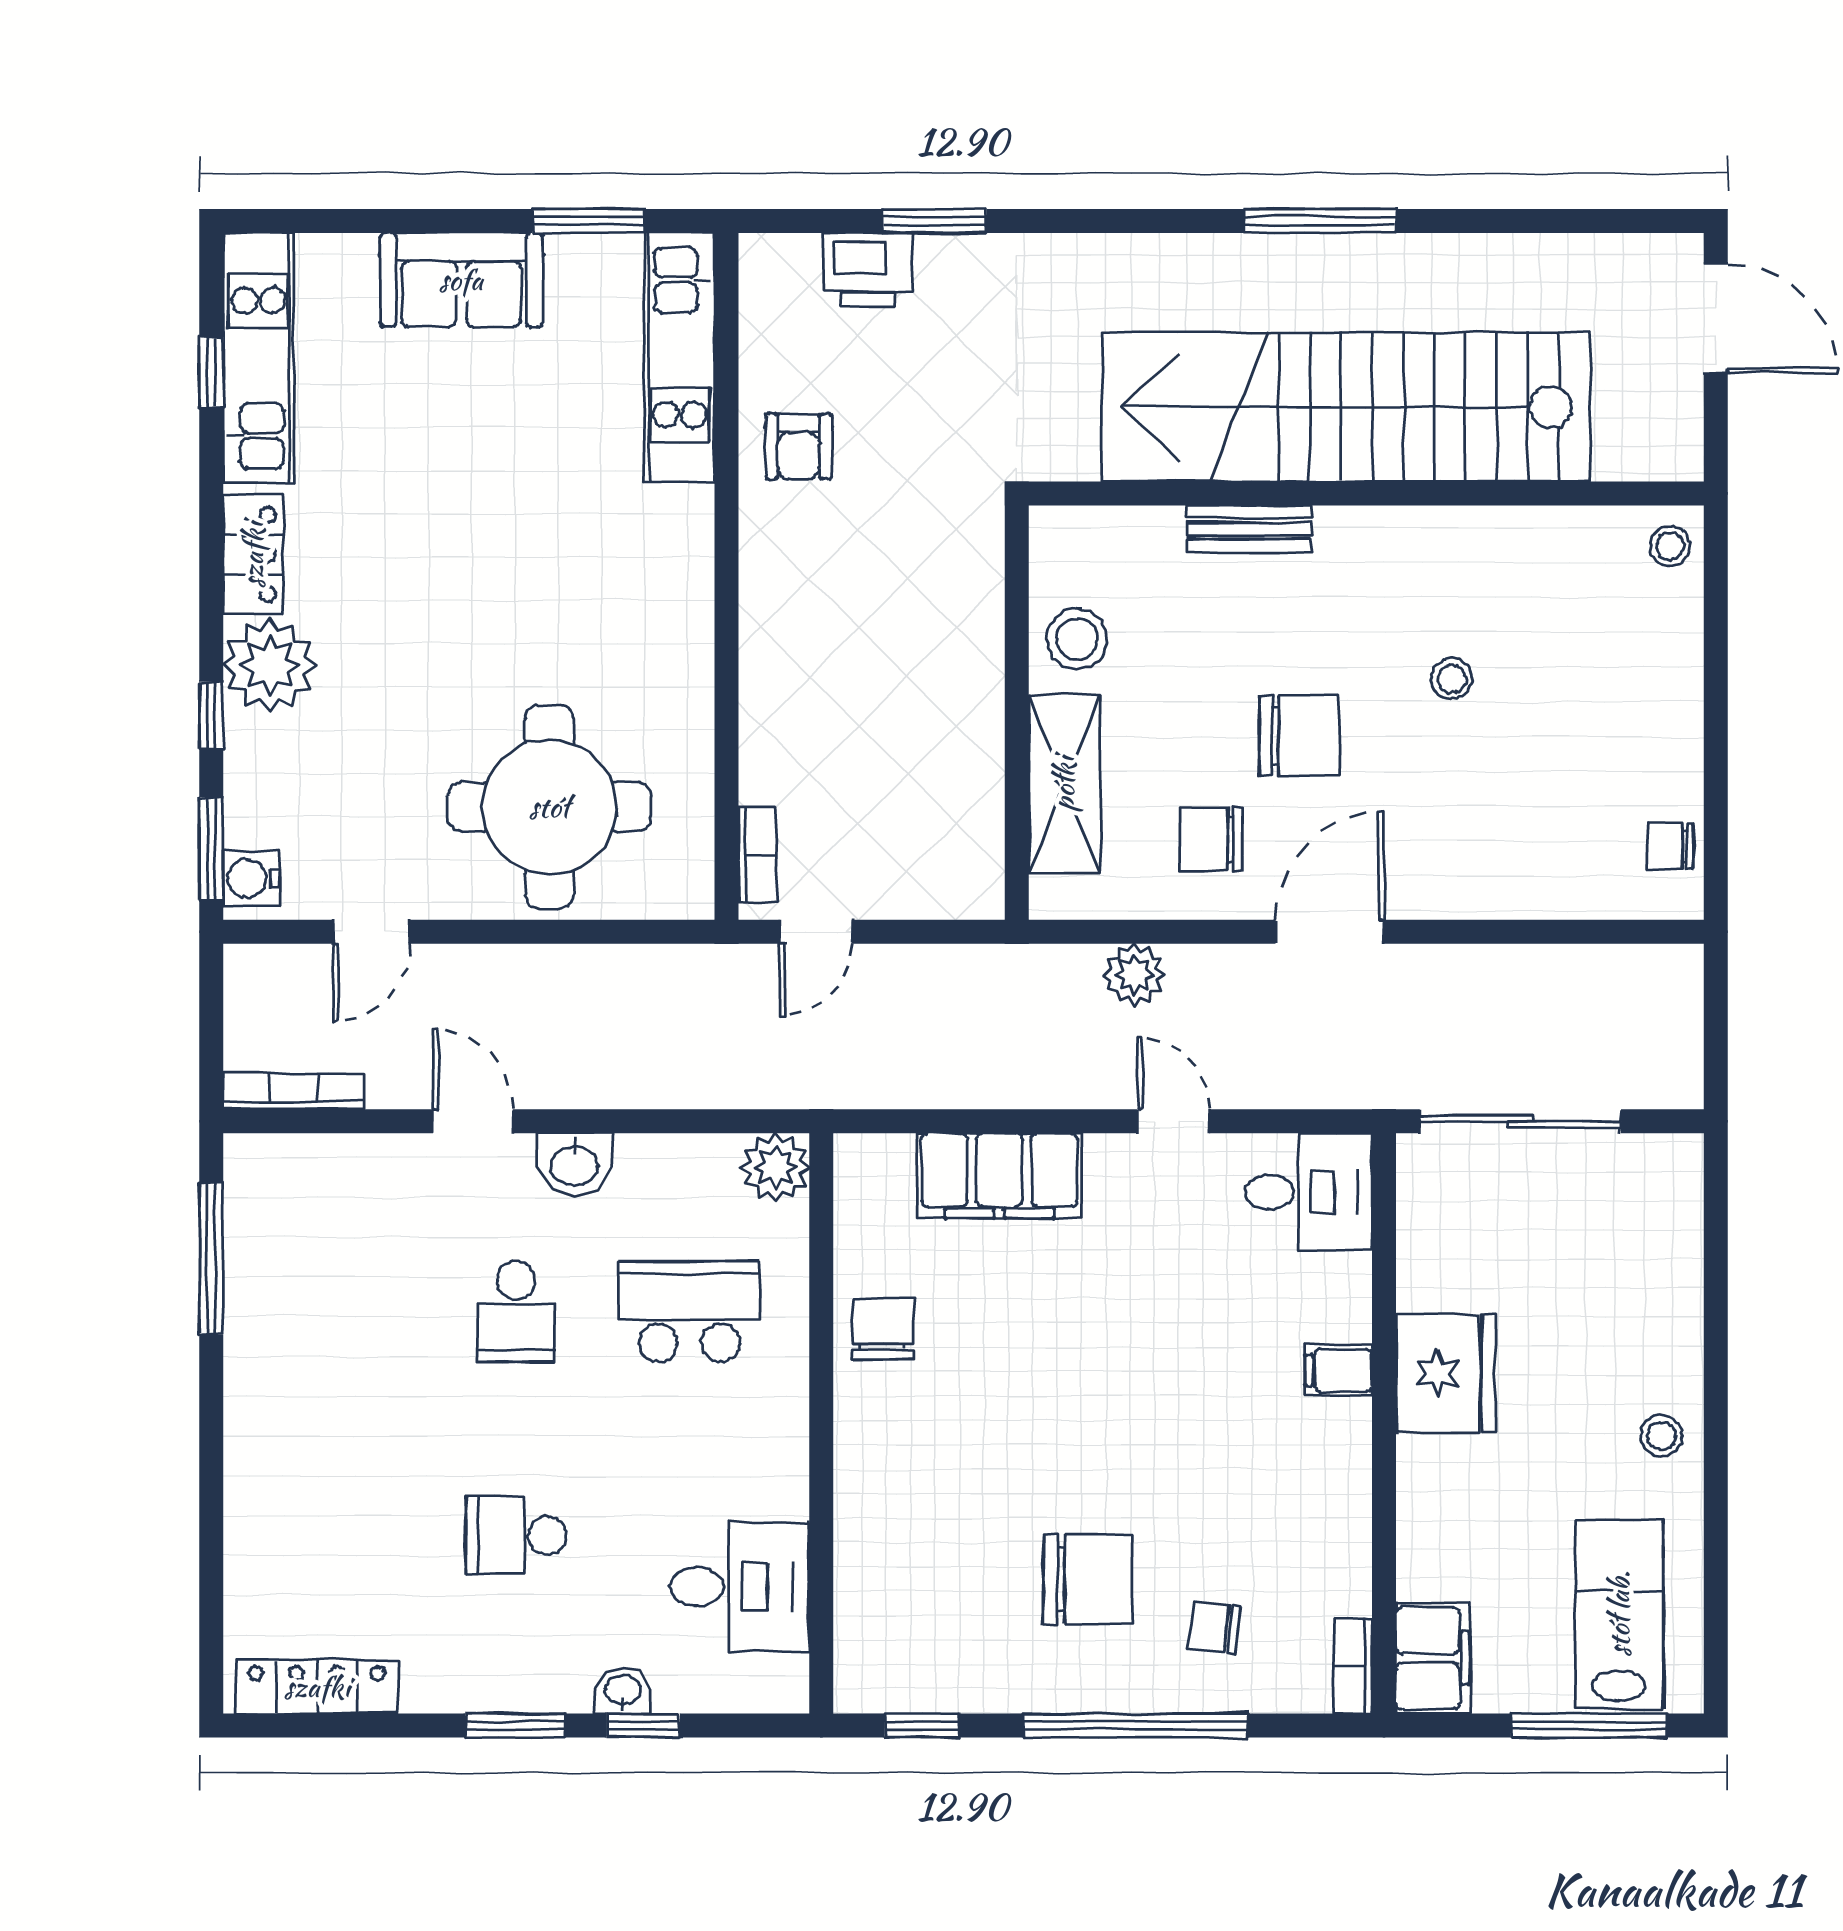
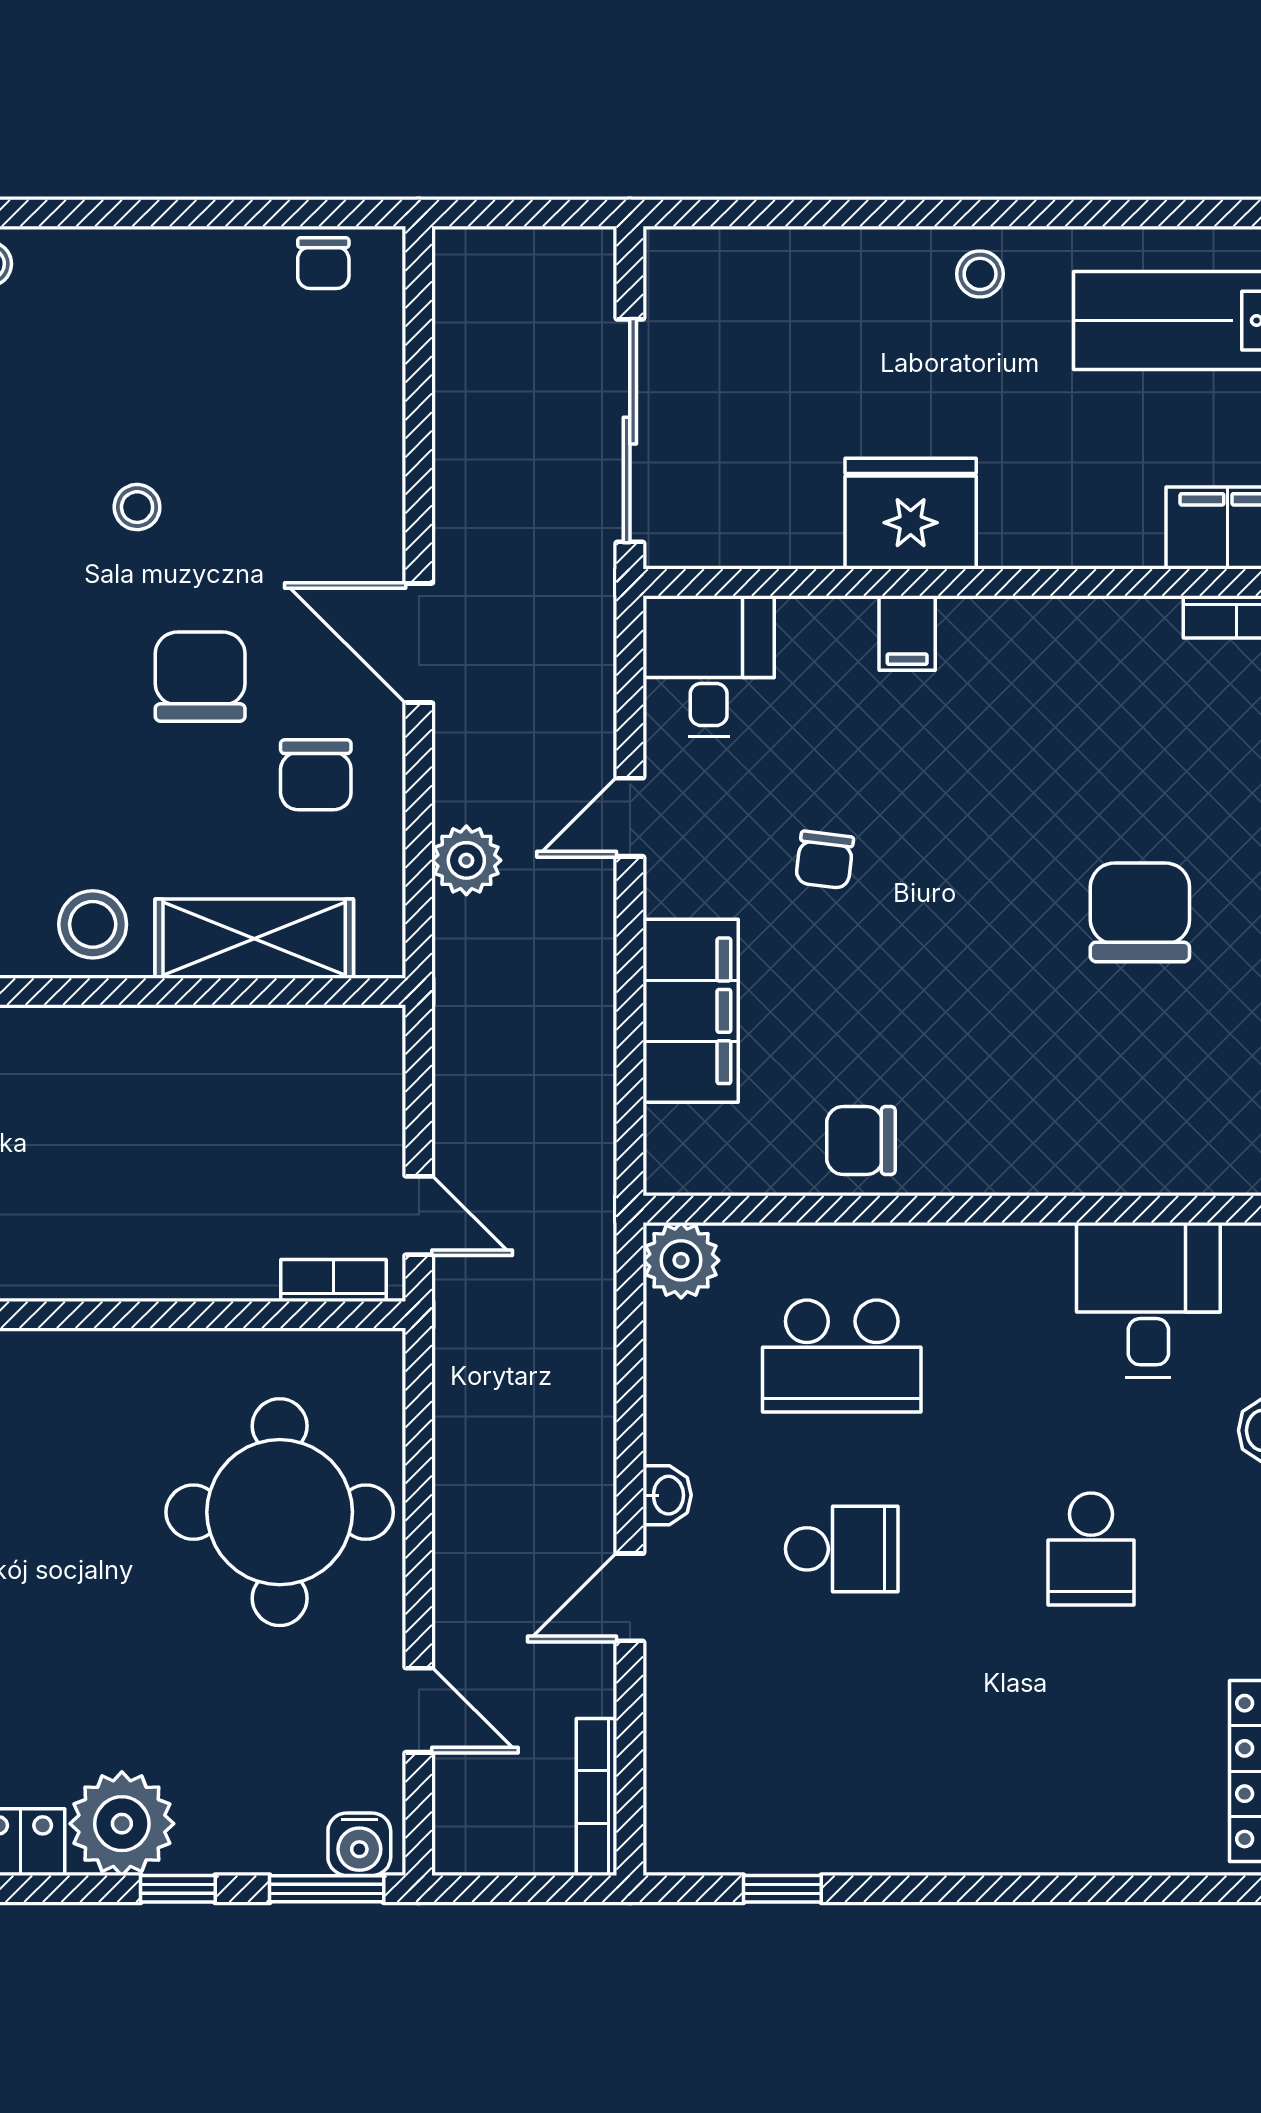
washbasin: (575, 1164) -> (667, 1495), width x0.72, depth x0.69
window: (211, 1258) -> (782, 1889), width x0.46
school desk: (689, 1312) -> (842, 1356), turned -90
chair: (1215, 1628) -> (825, 860), moved

